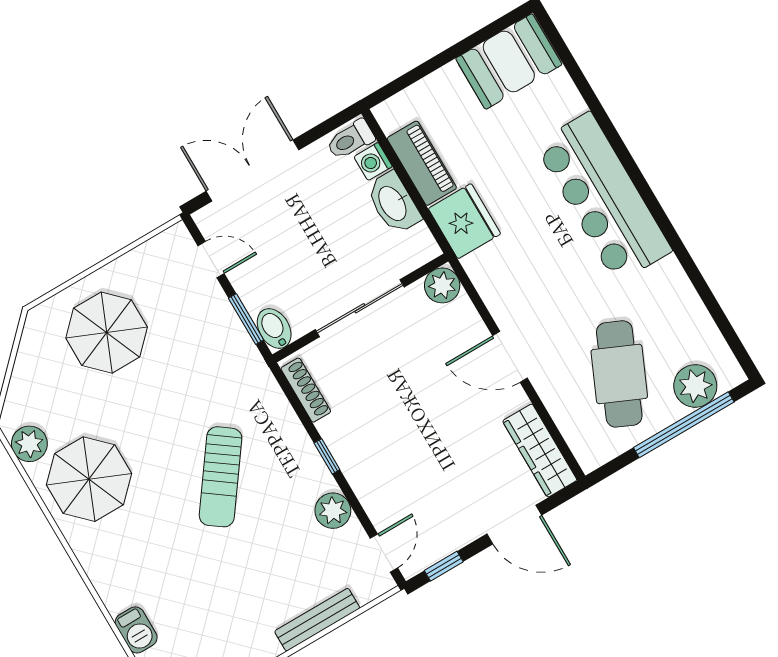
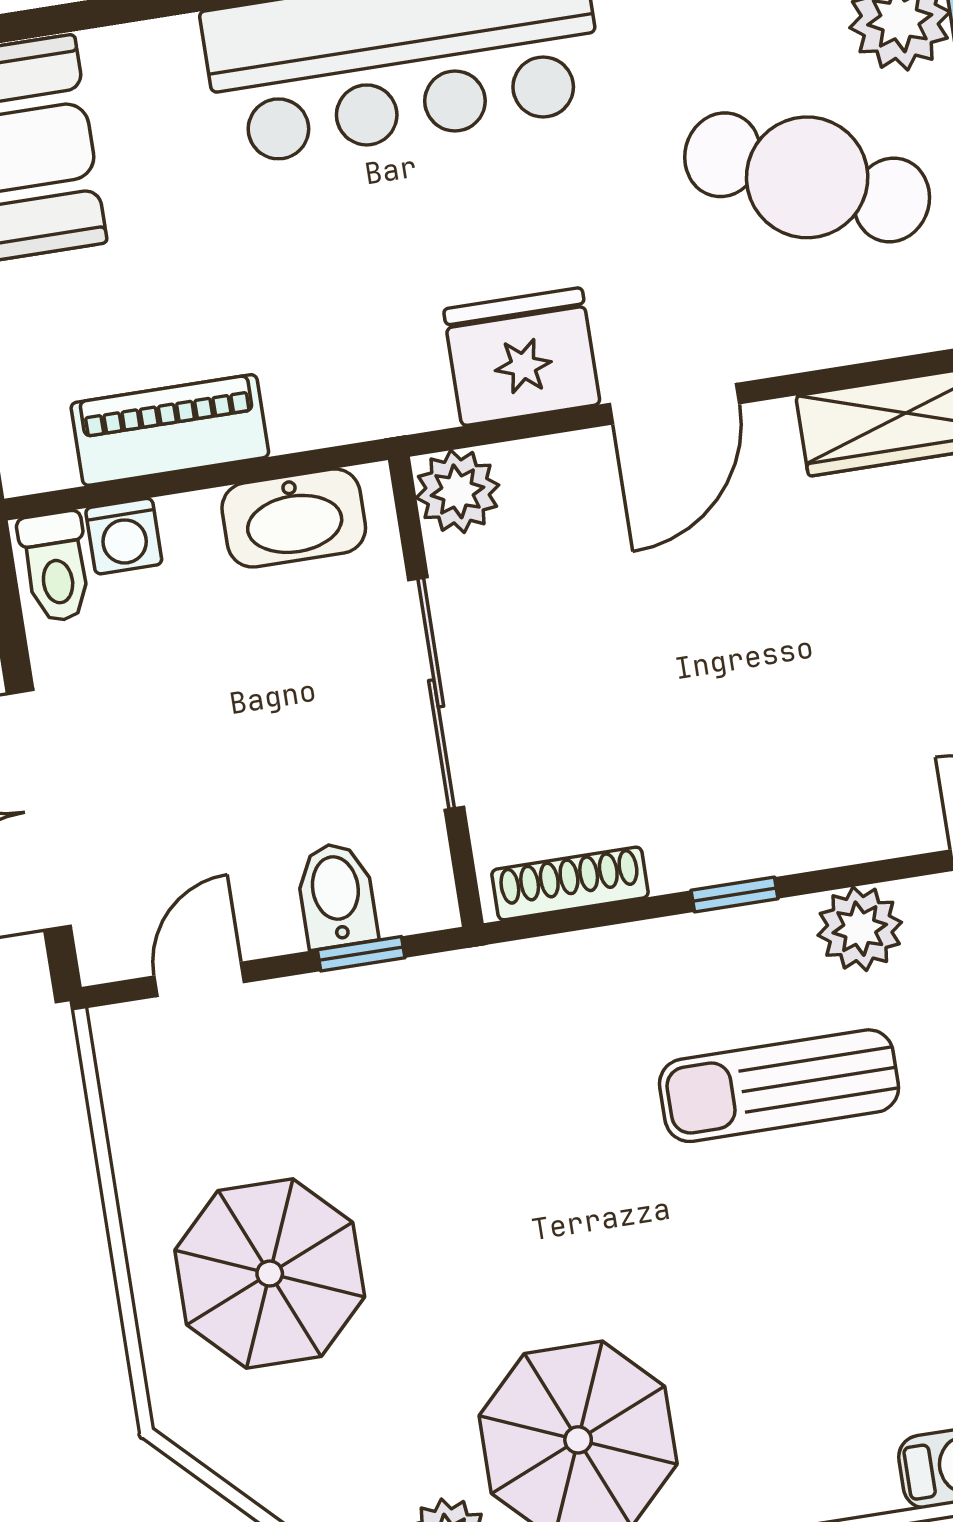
washbasin: (393, 203) -> (294, 518), moved
fridge: (464, 221) -> (522, 357), moved
window: (246, 319) -> (361, 954), width x0.67
bidet: (274, 328) -> (336, 895), moved, turned 90
sun lounger: (221, 477) -> (779, 1086), moved, turned 144

